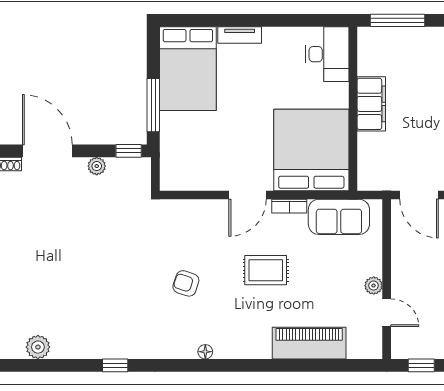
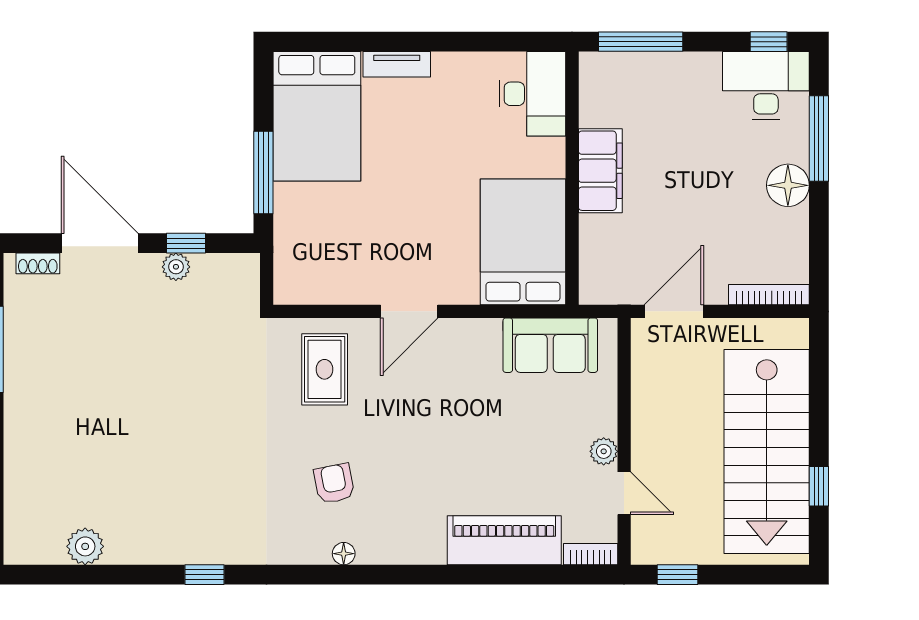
bed: (311, 150) -> (523, 242), width x0.73
window: (129, 151) -> (186, 243), moved
door: (419, 195) -> (674, 311), swing flipped
bookcase: (289, 206) -> (591, 554), moved, turned 180
rug: (266, 270) -> (325, 369), moved, turned 90
armchair: (186, 283) -> (334, 484), moved, turned 61

